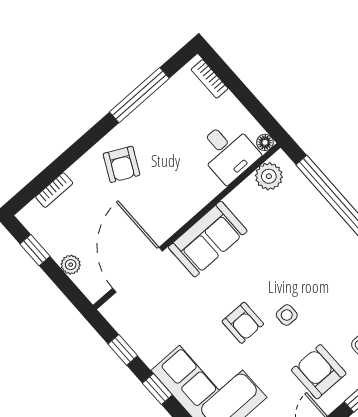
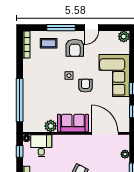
window: (257, 109) -> (20, 151), added
plant: (269, 176) -> (51, 126), moved
door: (138, 270) -> (105, 133), swing flipped

